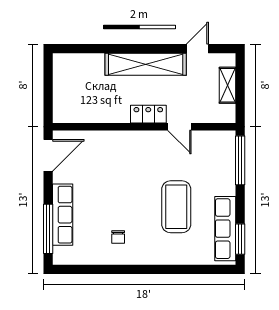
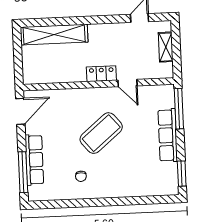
shelving: (146, 64) -> (54, 35), moved
coffee table: (176, 207) -> (101, 133), moved, turned 50
row of seats: (225, 229) -> (168, 135), moved

